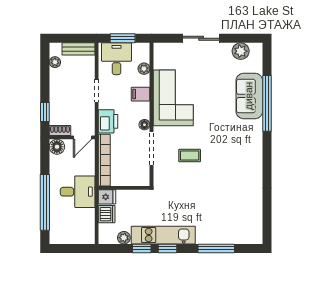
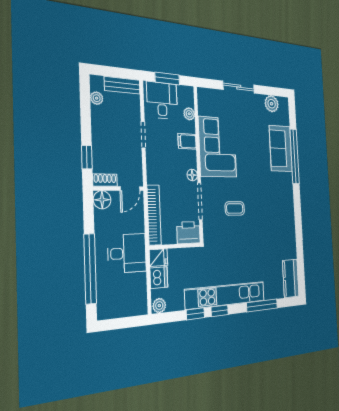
printer: (108, 121) -> (188, 233), moved, turned -90
kitchen counter: (253, 226) -> (291, 278), added
kitchen unit: (163, 235) -> (226, 295), width x1.36
plant: (124, 238) -> (159, 306), moved

